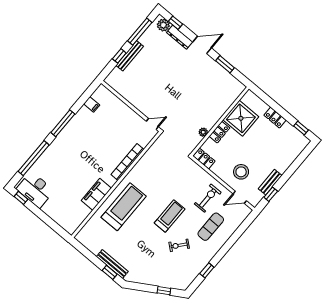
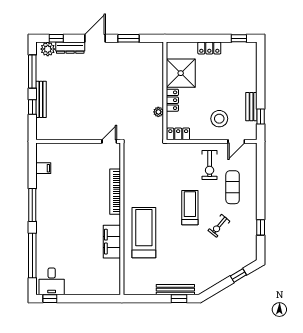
desk: (35, 190) -> (52, 281), width x0.73
exercise bike: (208, 198) -> (210, 165), turned 180

